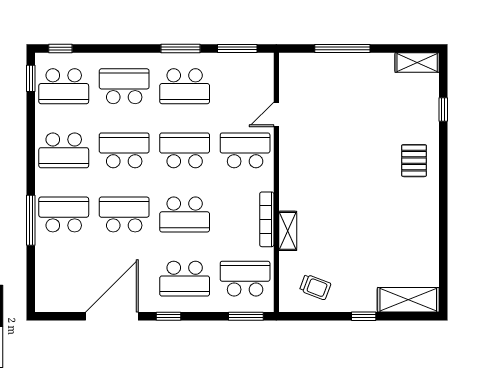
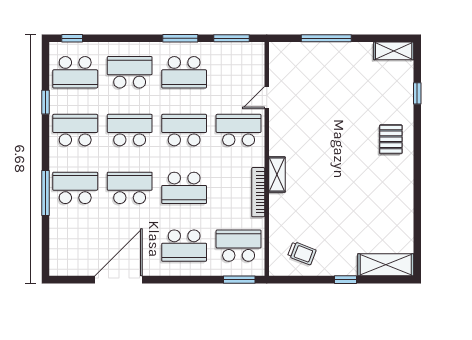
window: (31, 78) -> (46, 102), moved
school desk: (64, 150) -> (75, 130), turned 180
shelving: (288, 231) -> (277, 175), moved
window: (169, 316) -> (170, 280), removed

